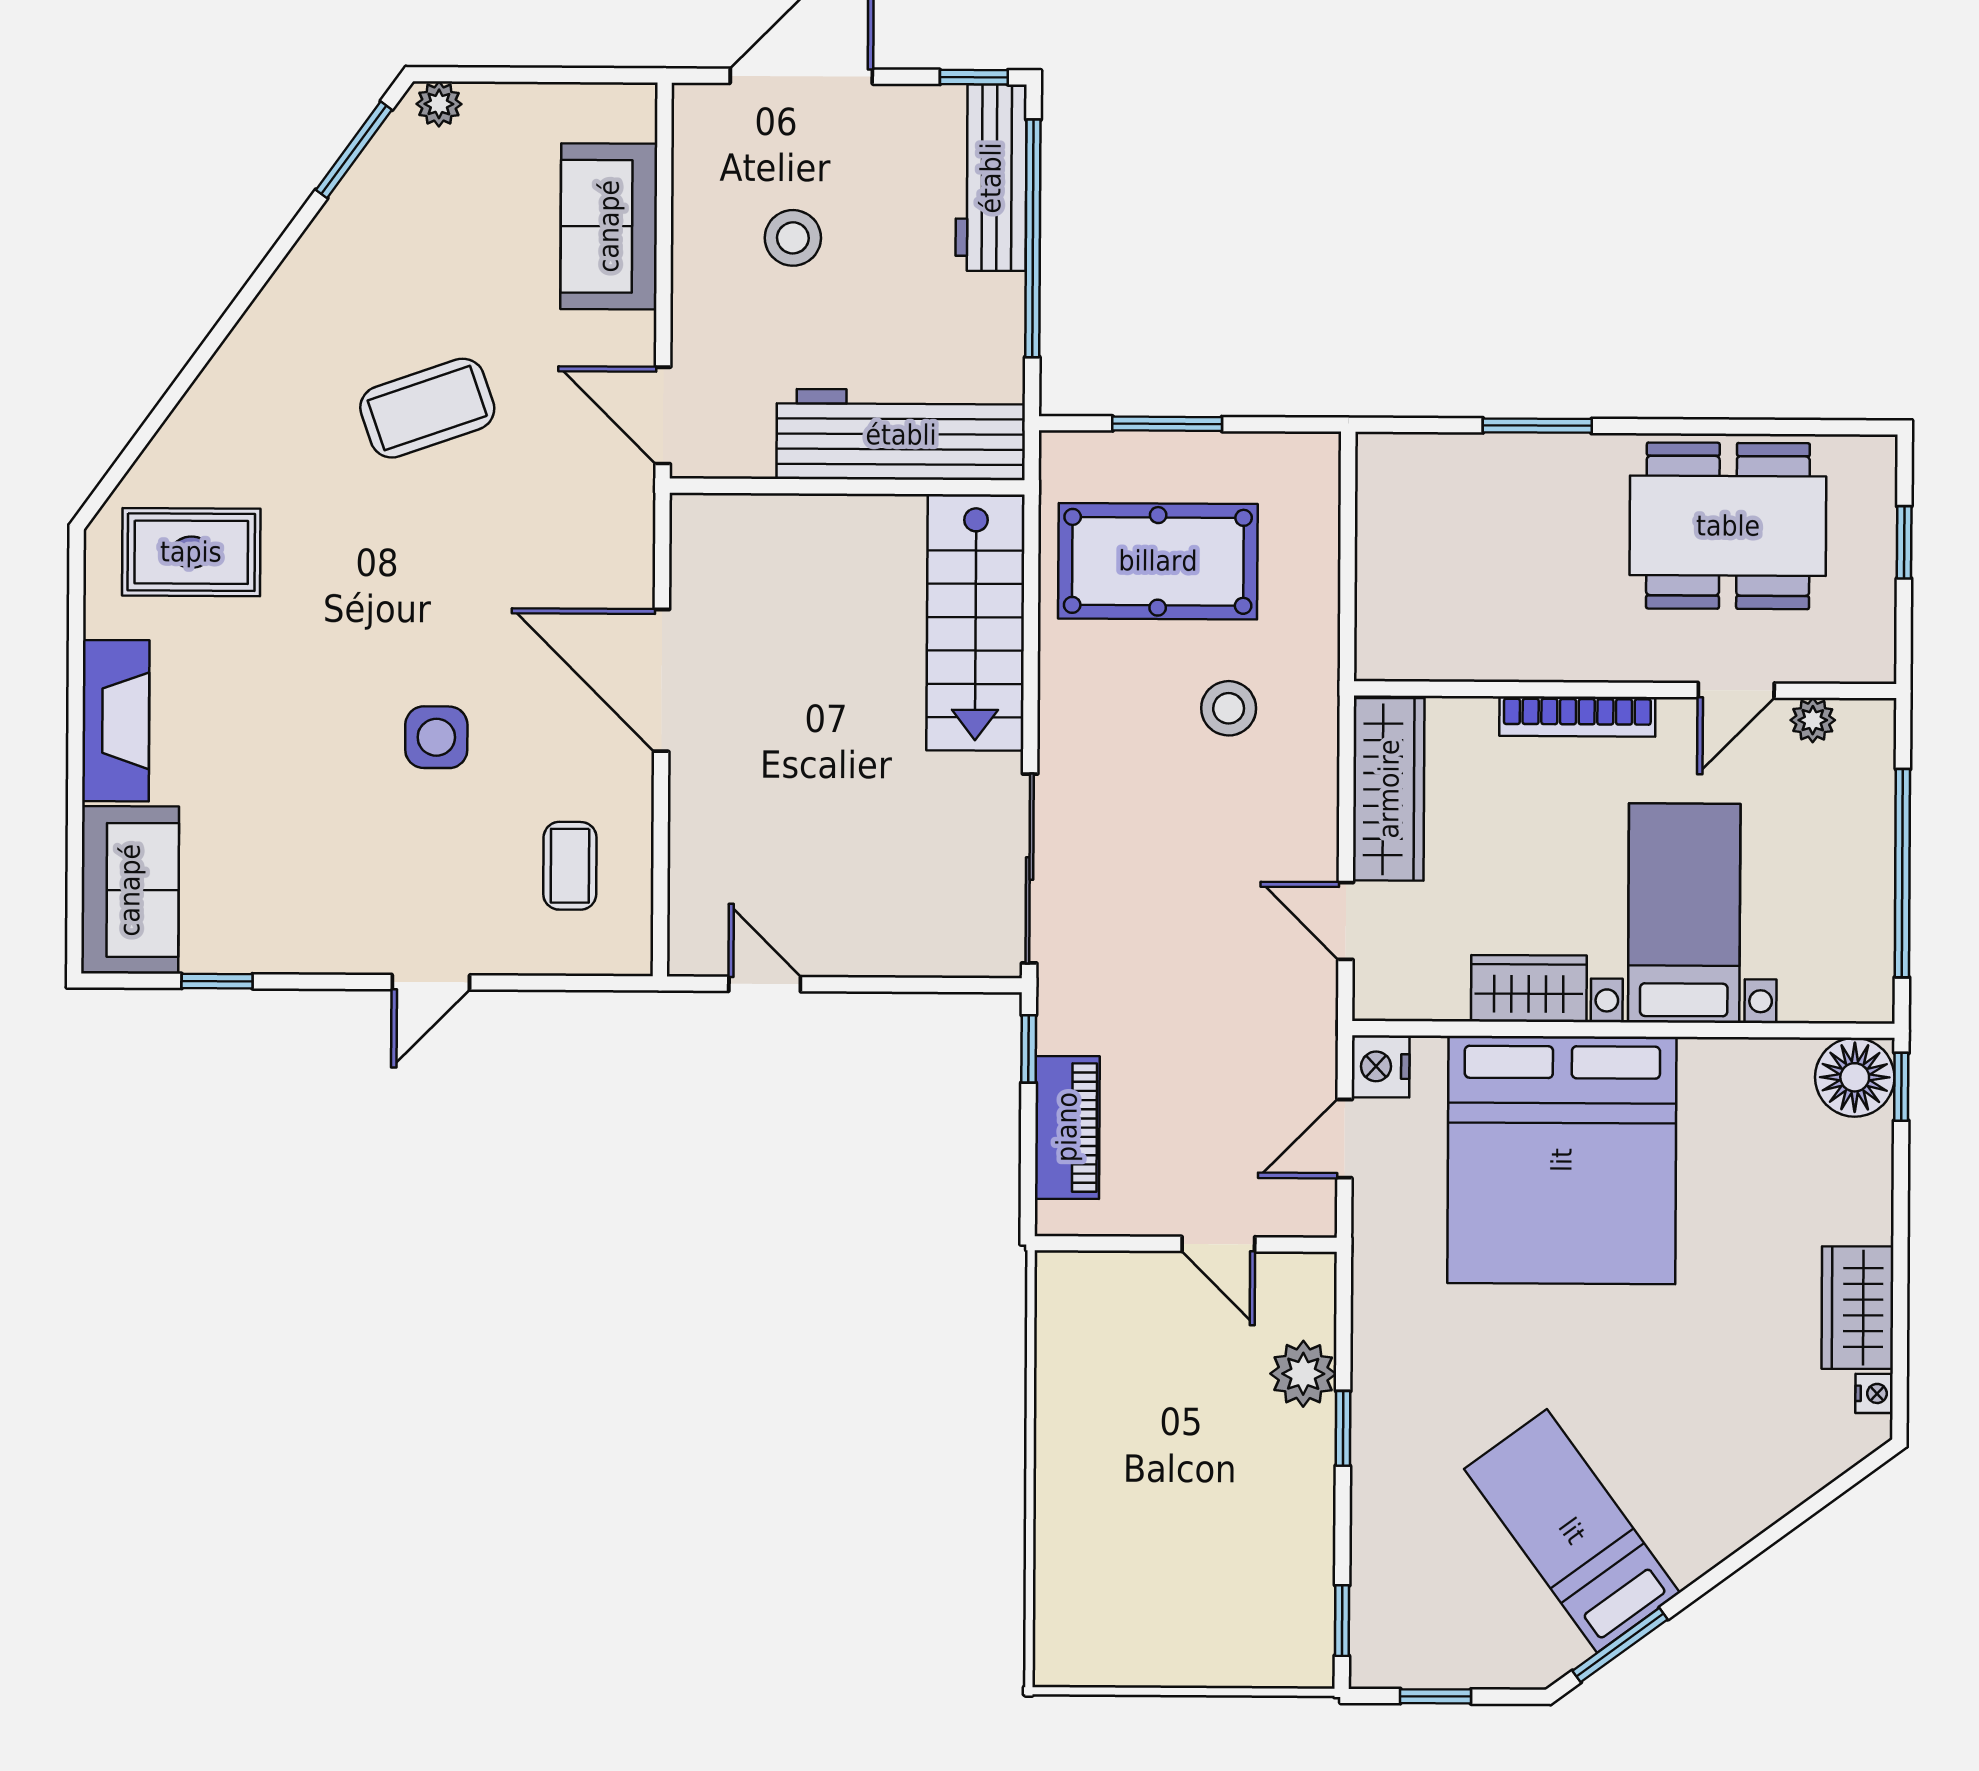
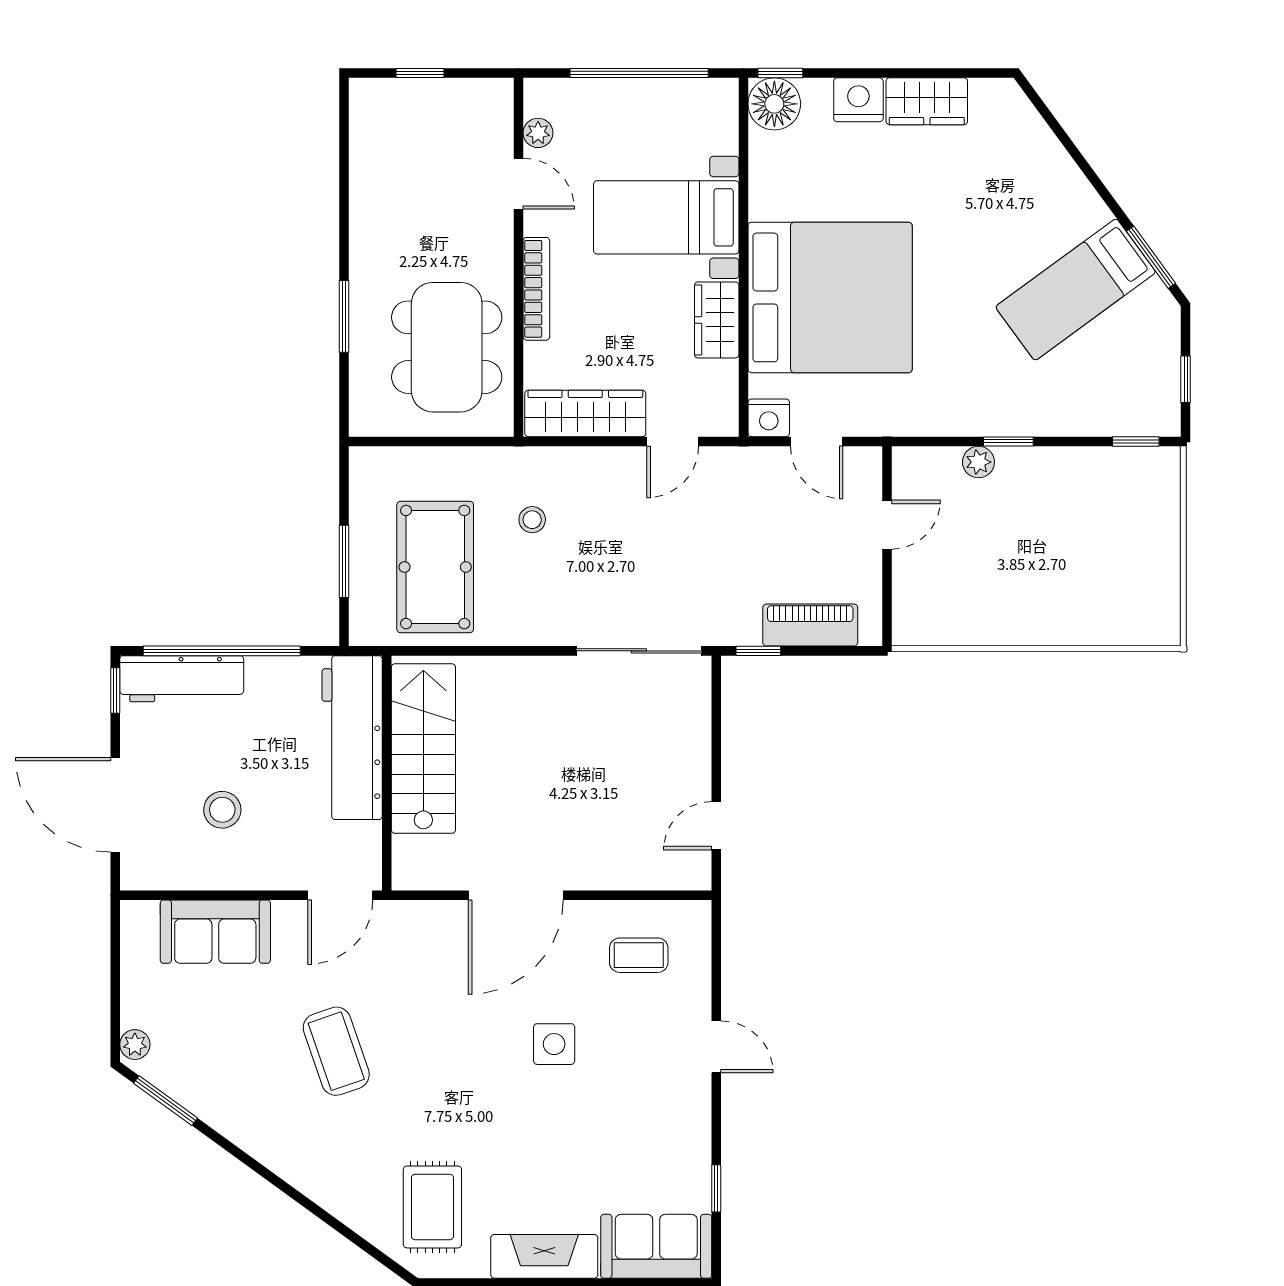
dining table: (1728, 526) -> (447, 347), moved
stairs: (975, 622) -> (423, 749), moved, turned -90
stool: (1229, 708) -> (532, 520), width x0.73, depth x0.73
plant: (1303, 1374) -> (978, 462), width x0.73, depth x0.73
nightstand: (1874, 1393) -> (858, 100), moved, width x1.89, depth x1.79

